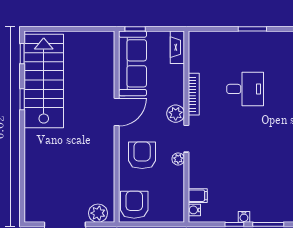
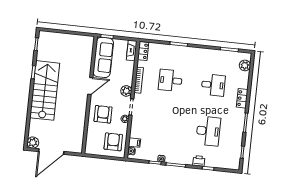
locker: (196, 46) -> (143, 51), added
stairs: (44, 81) -> (45, 90), moved
desk: (245, 89) -> (170, 80), turned 180
armchair: (134, 205) -> (113, 142), moved
plant: (98, 213) -> (33, 143), moved

